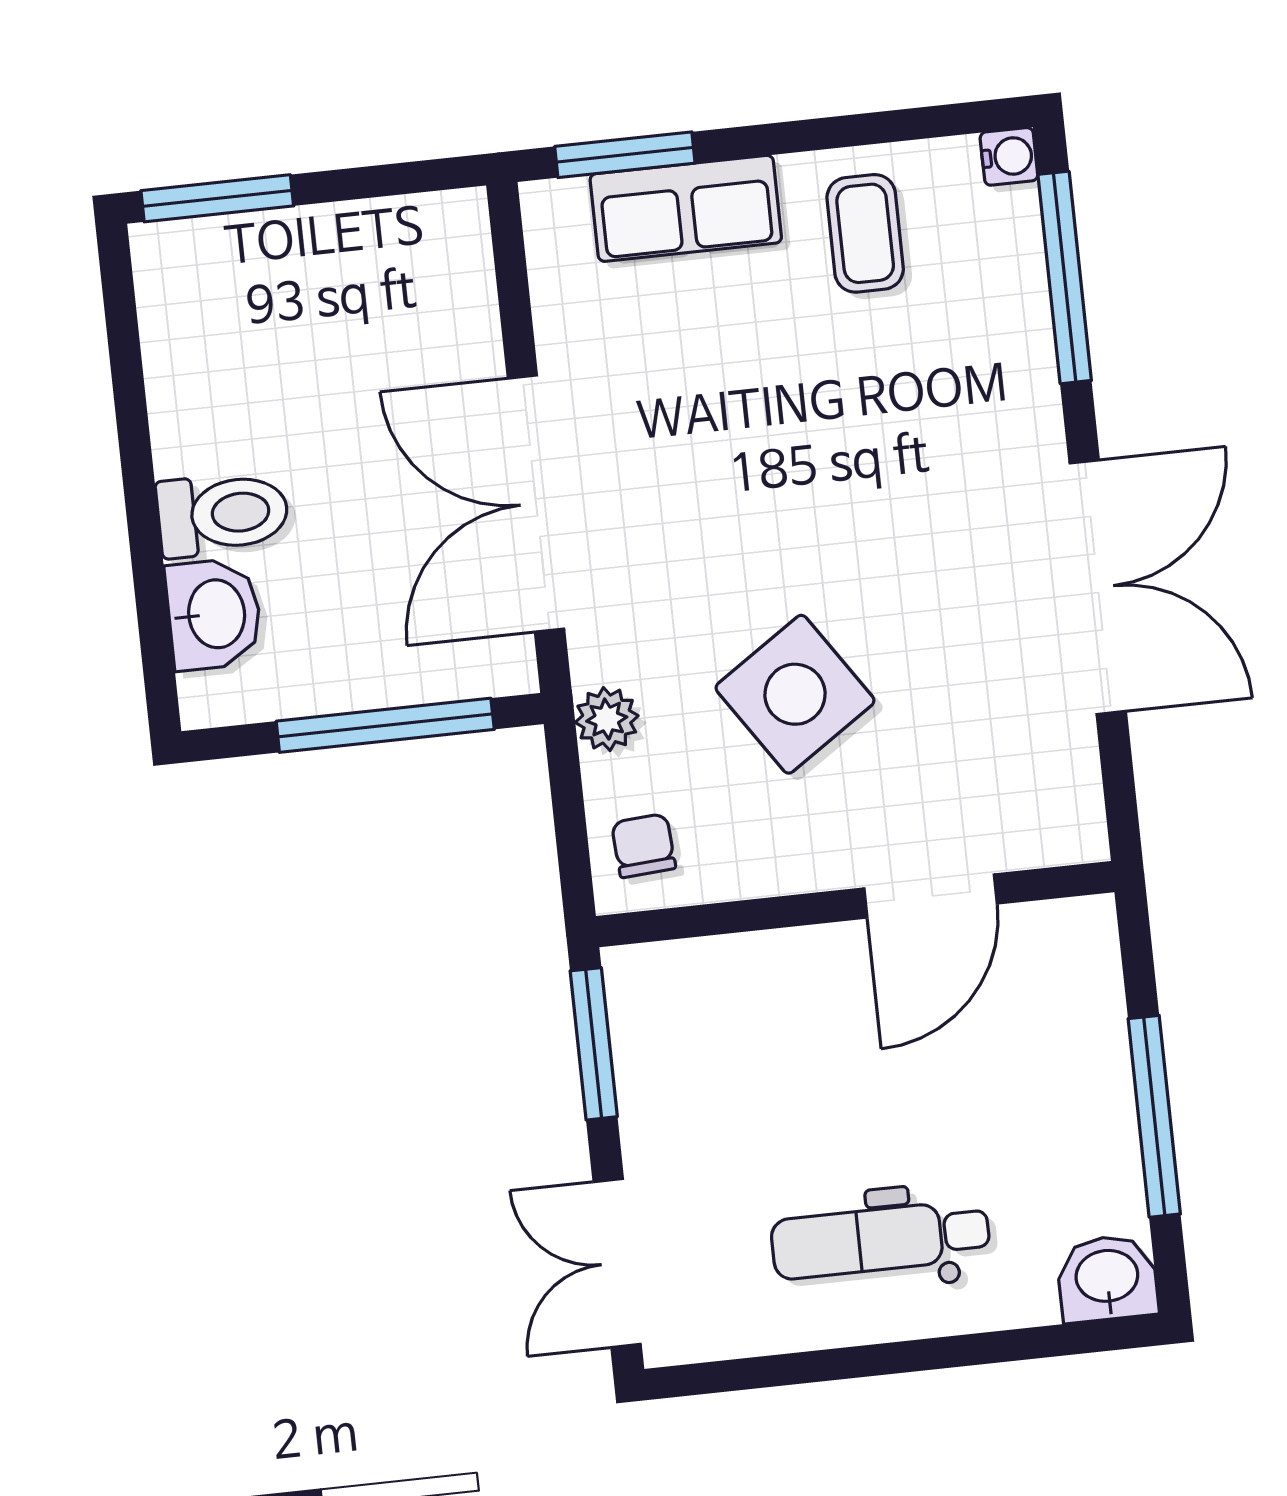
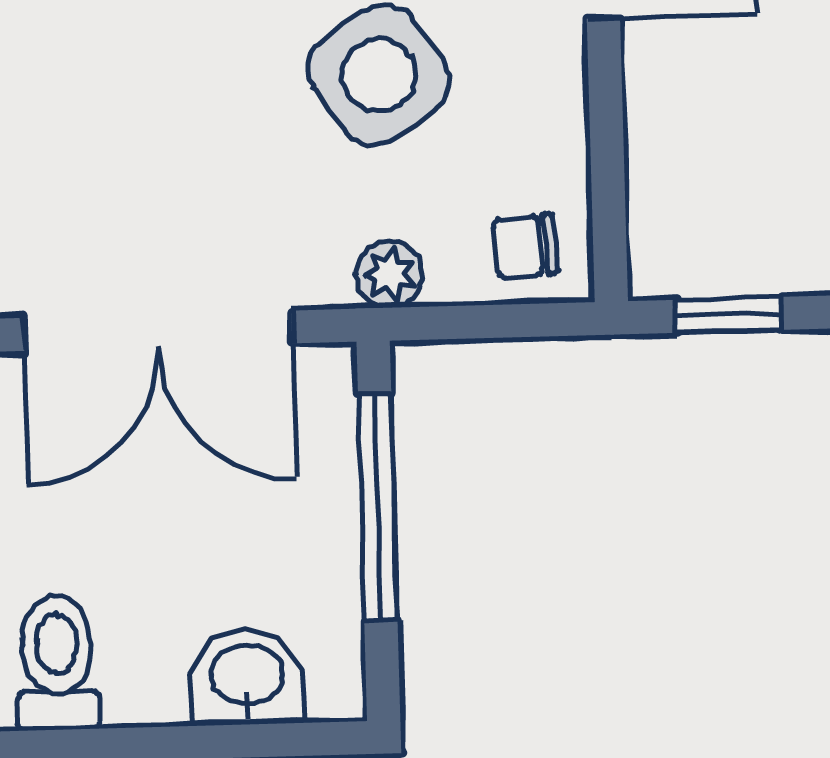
toilet: (223, 514) -> (57, 662), moved
window: (594, 1044) -> (729, 315), width x0.67

